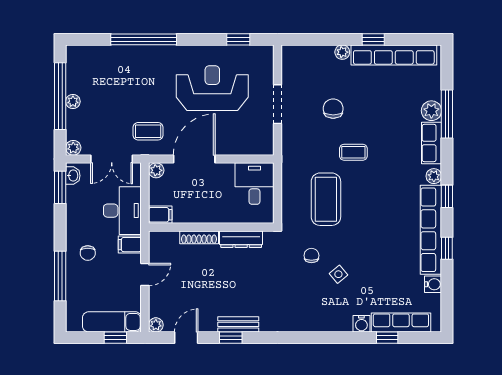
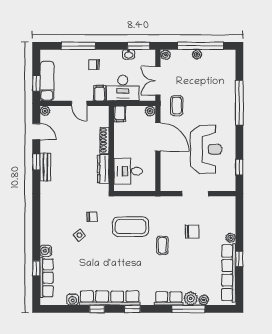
washbasin: (73, 176) -> (129, 54), moved
plant: (434, 176) -> (204, 300), moved
desk: (254, 184) -> (128, 171), moved, turned 180

